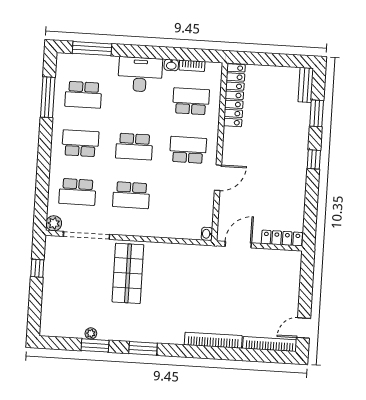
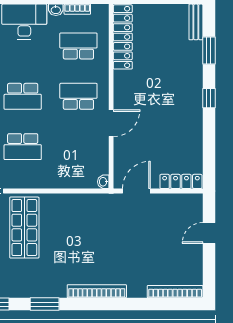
door: (303, 328) -> (209, 233), moved
bookcase: (213, 340) -> (97, 291), moved

